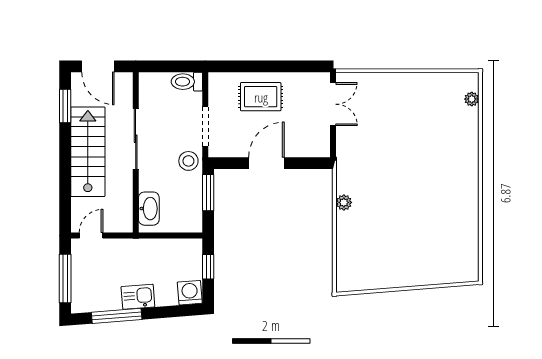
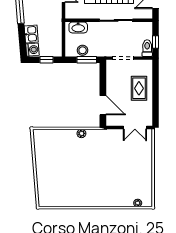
window: (176, 66) -> (155, 42), added
stool: (188, 161) -> (83, 50), moved
door: (267, 163) -> (103, 105), moved
kitchen sink: (138, 297) -> (31, 34), moved

